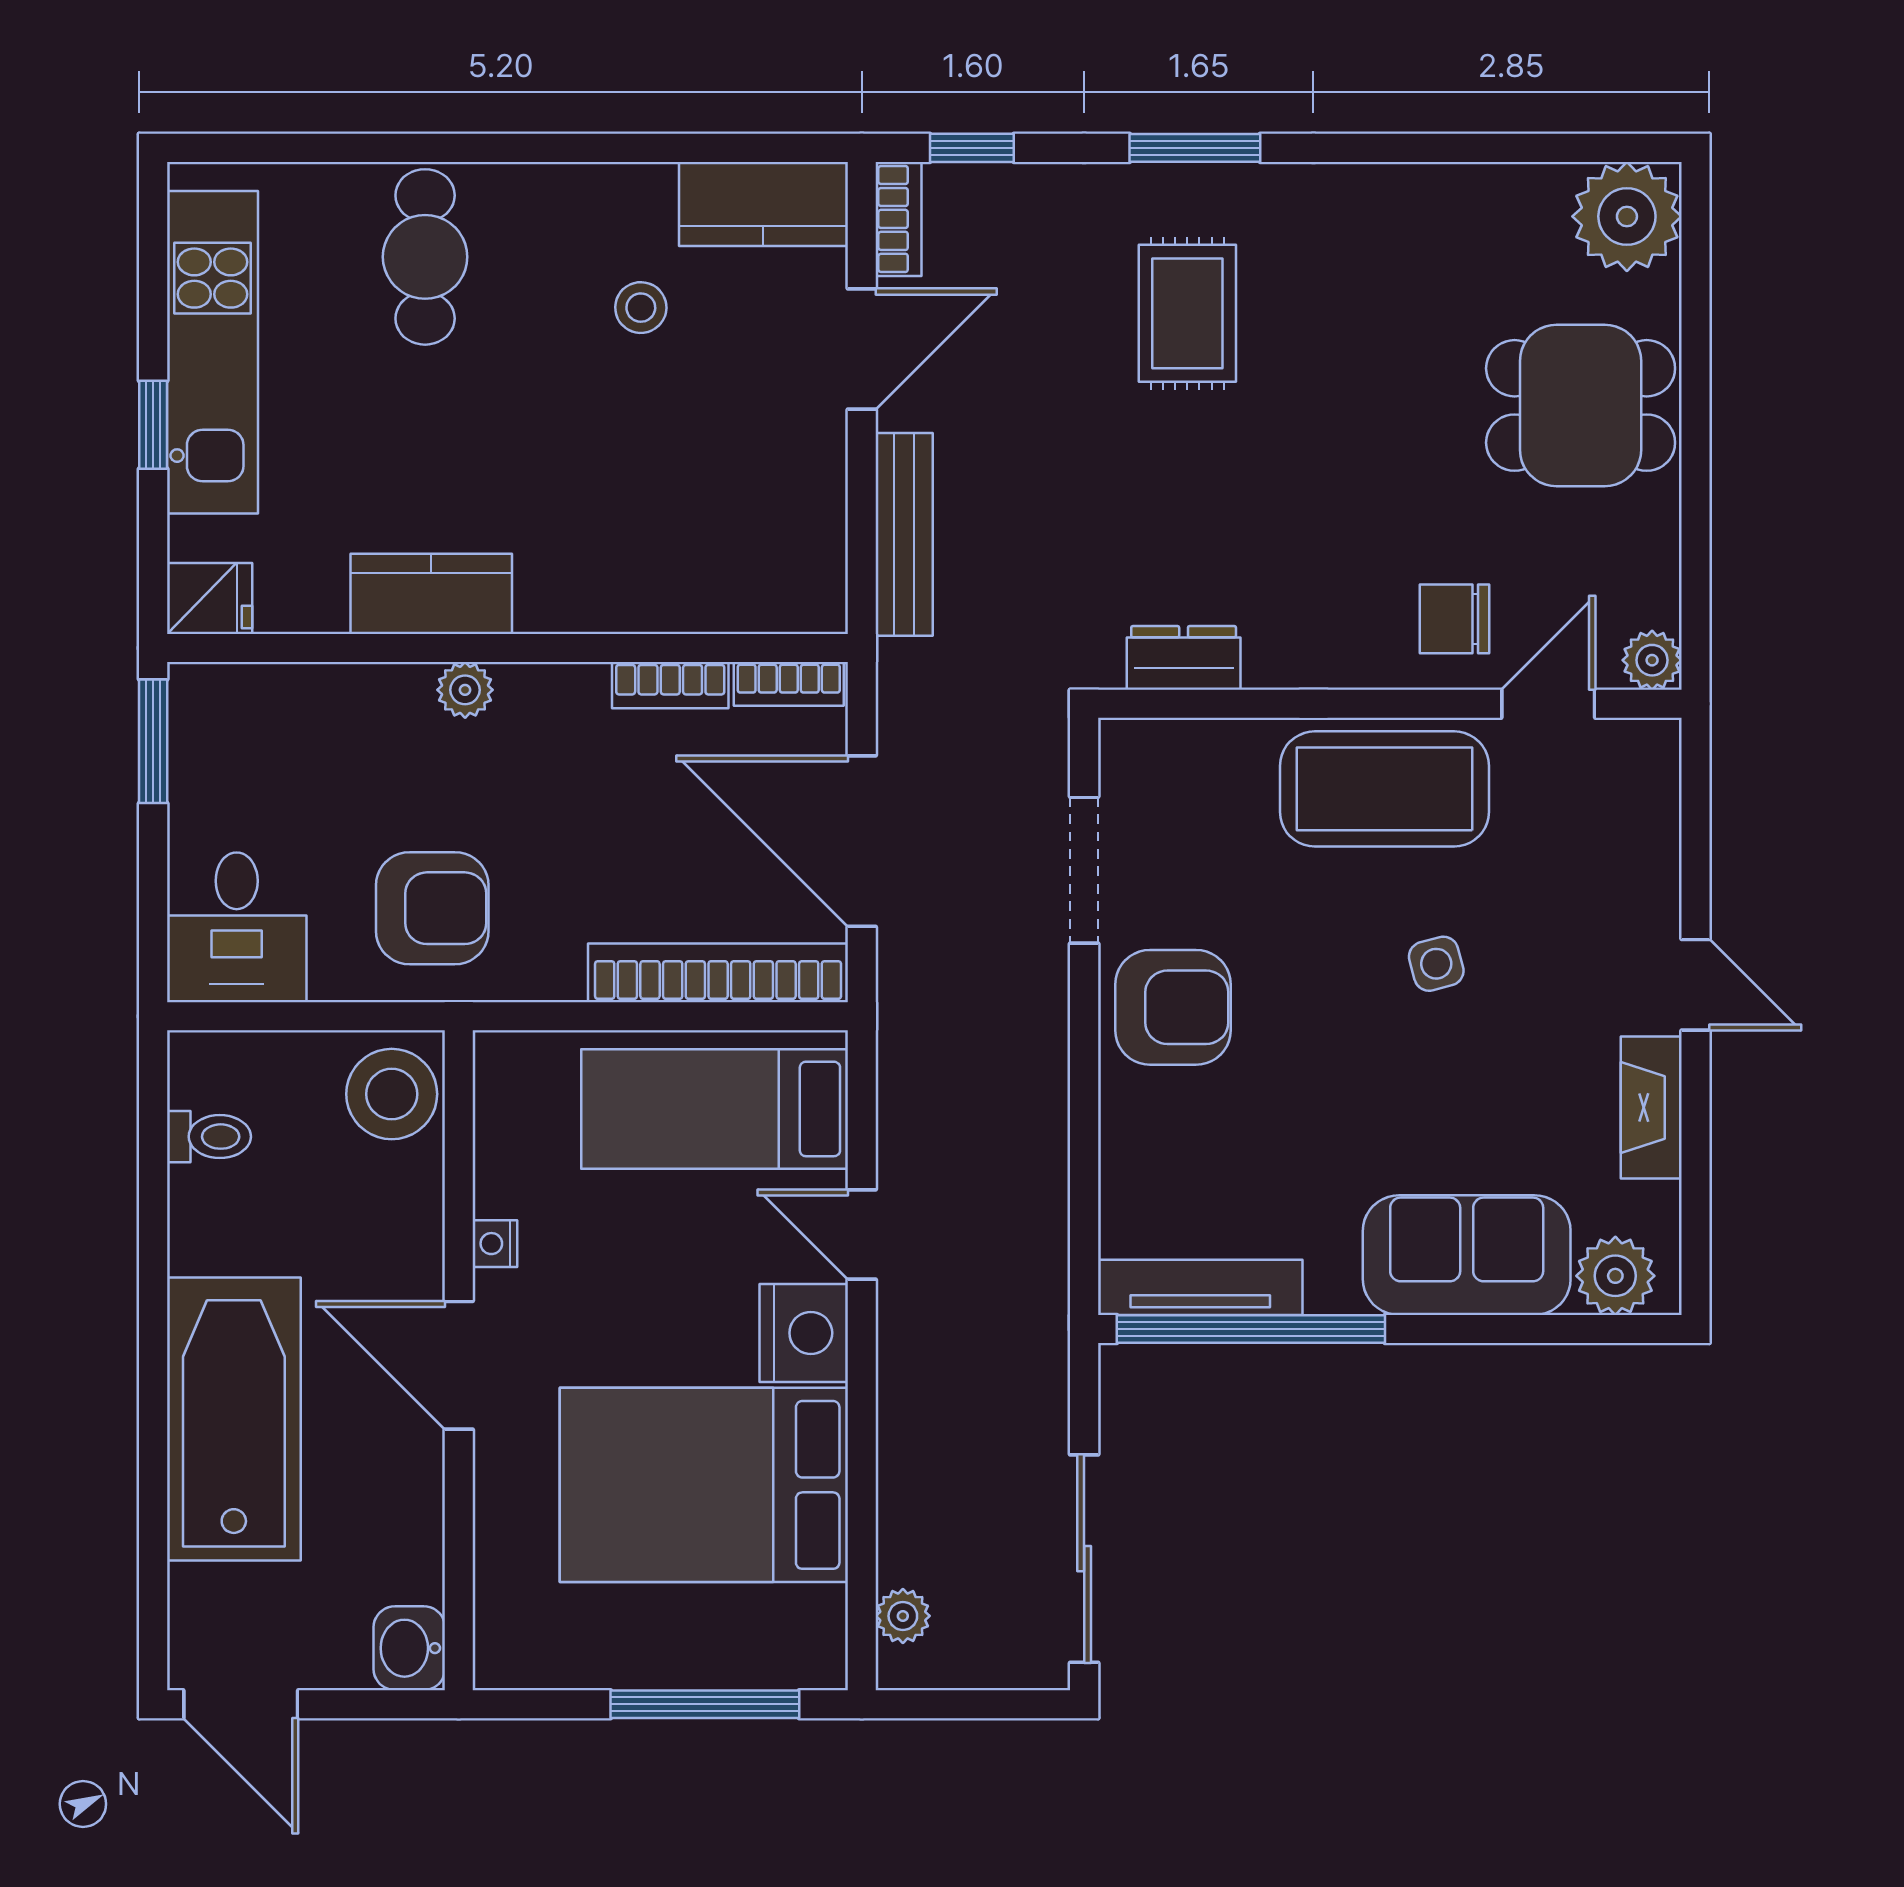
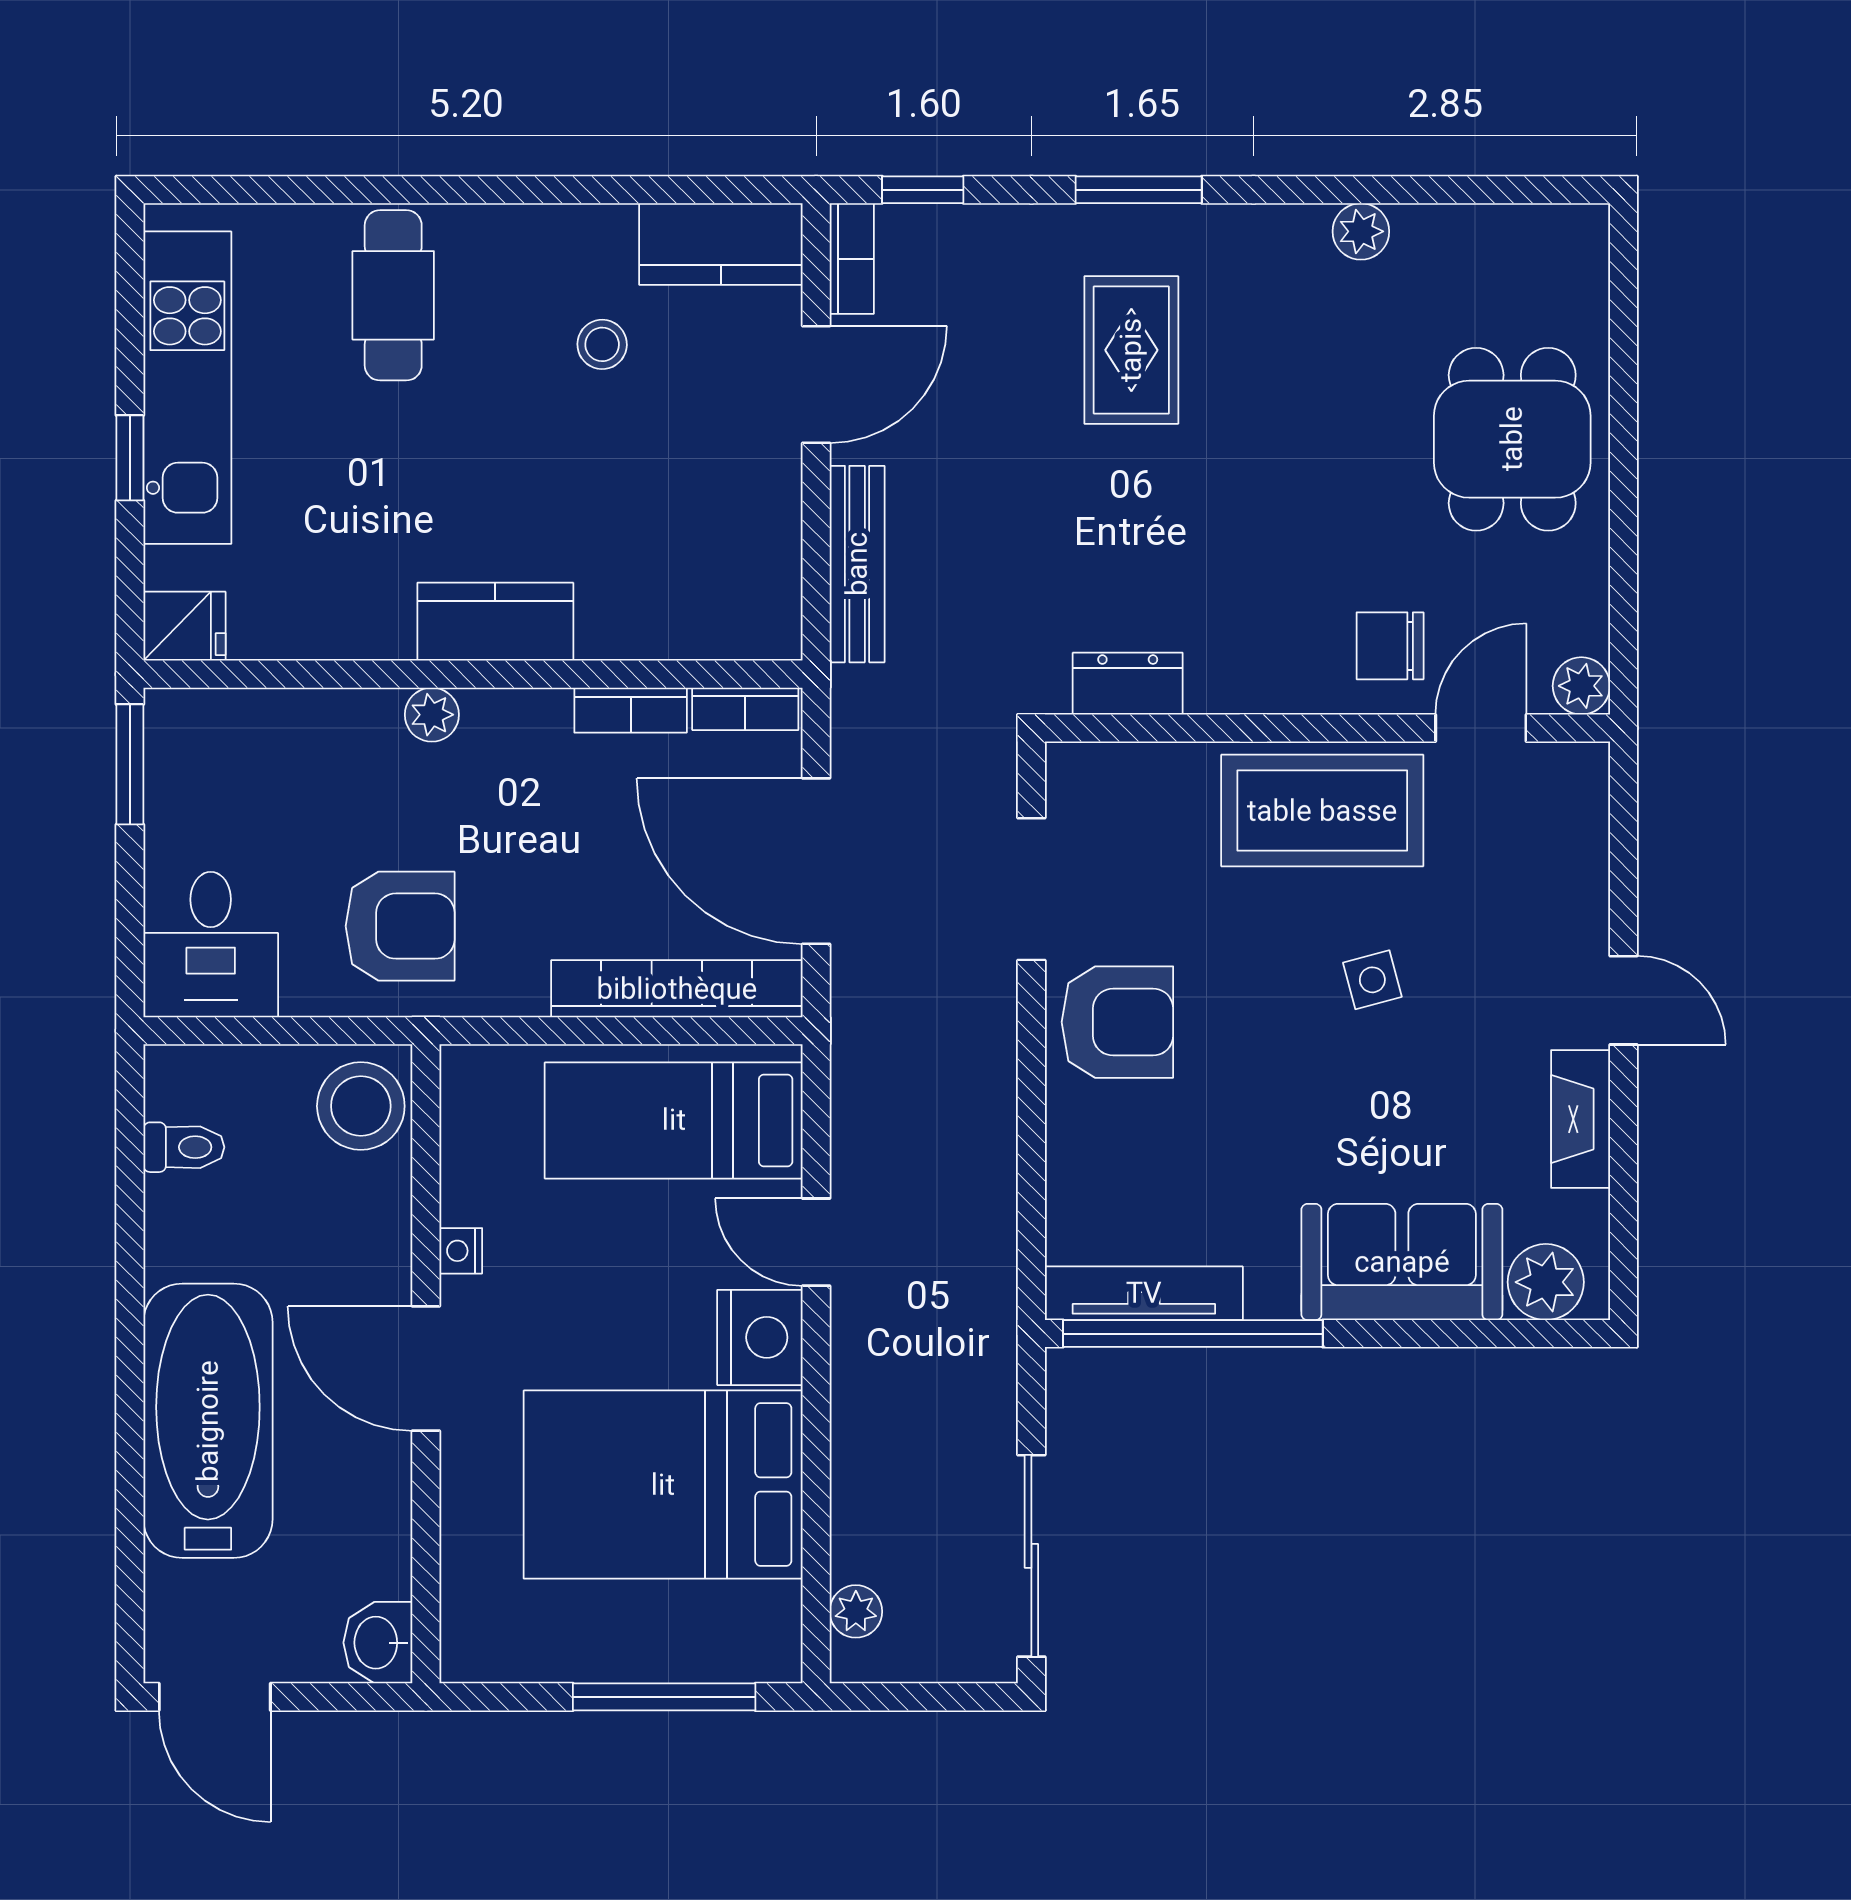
plant: (1627, 216) -> (1361, 231), moved, width x0.53, depth x0.53
dining table: (1581, 405) -> (1512, 439), turned 90
kitchen counter: (431, 594) -> (495, 622), moved

